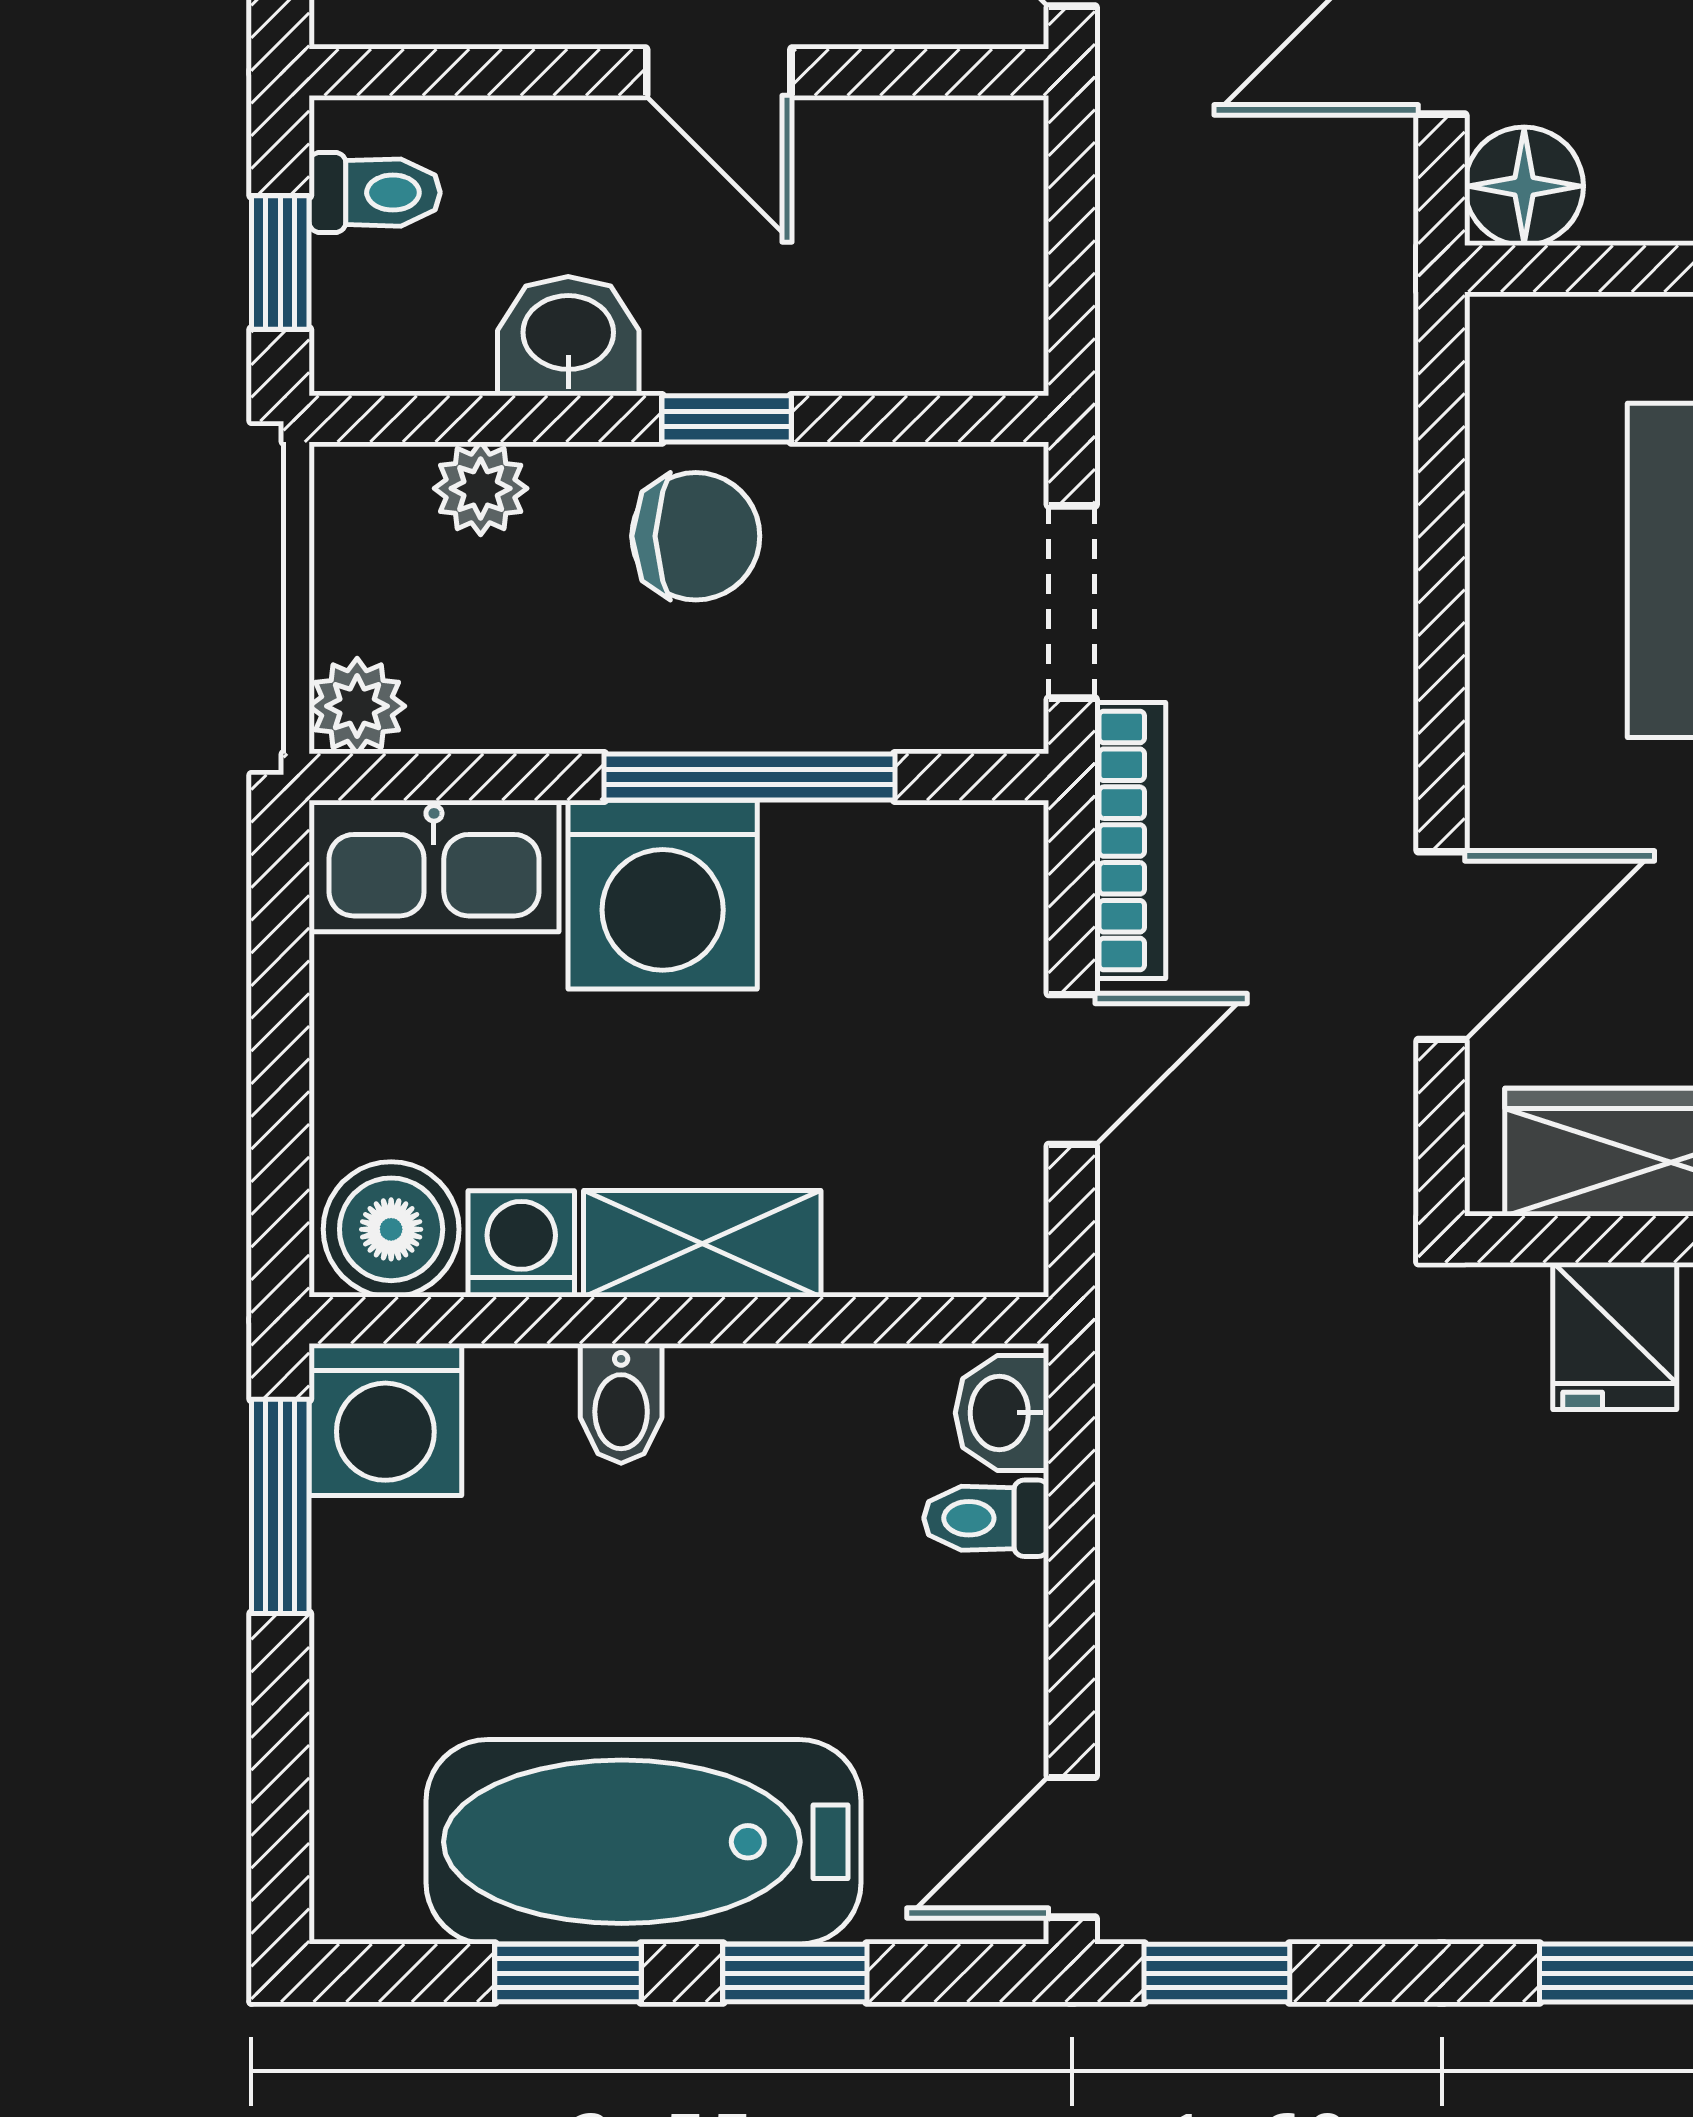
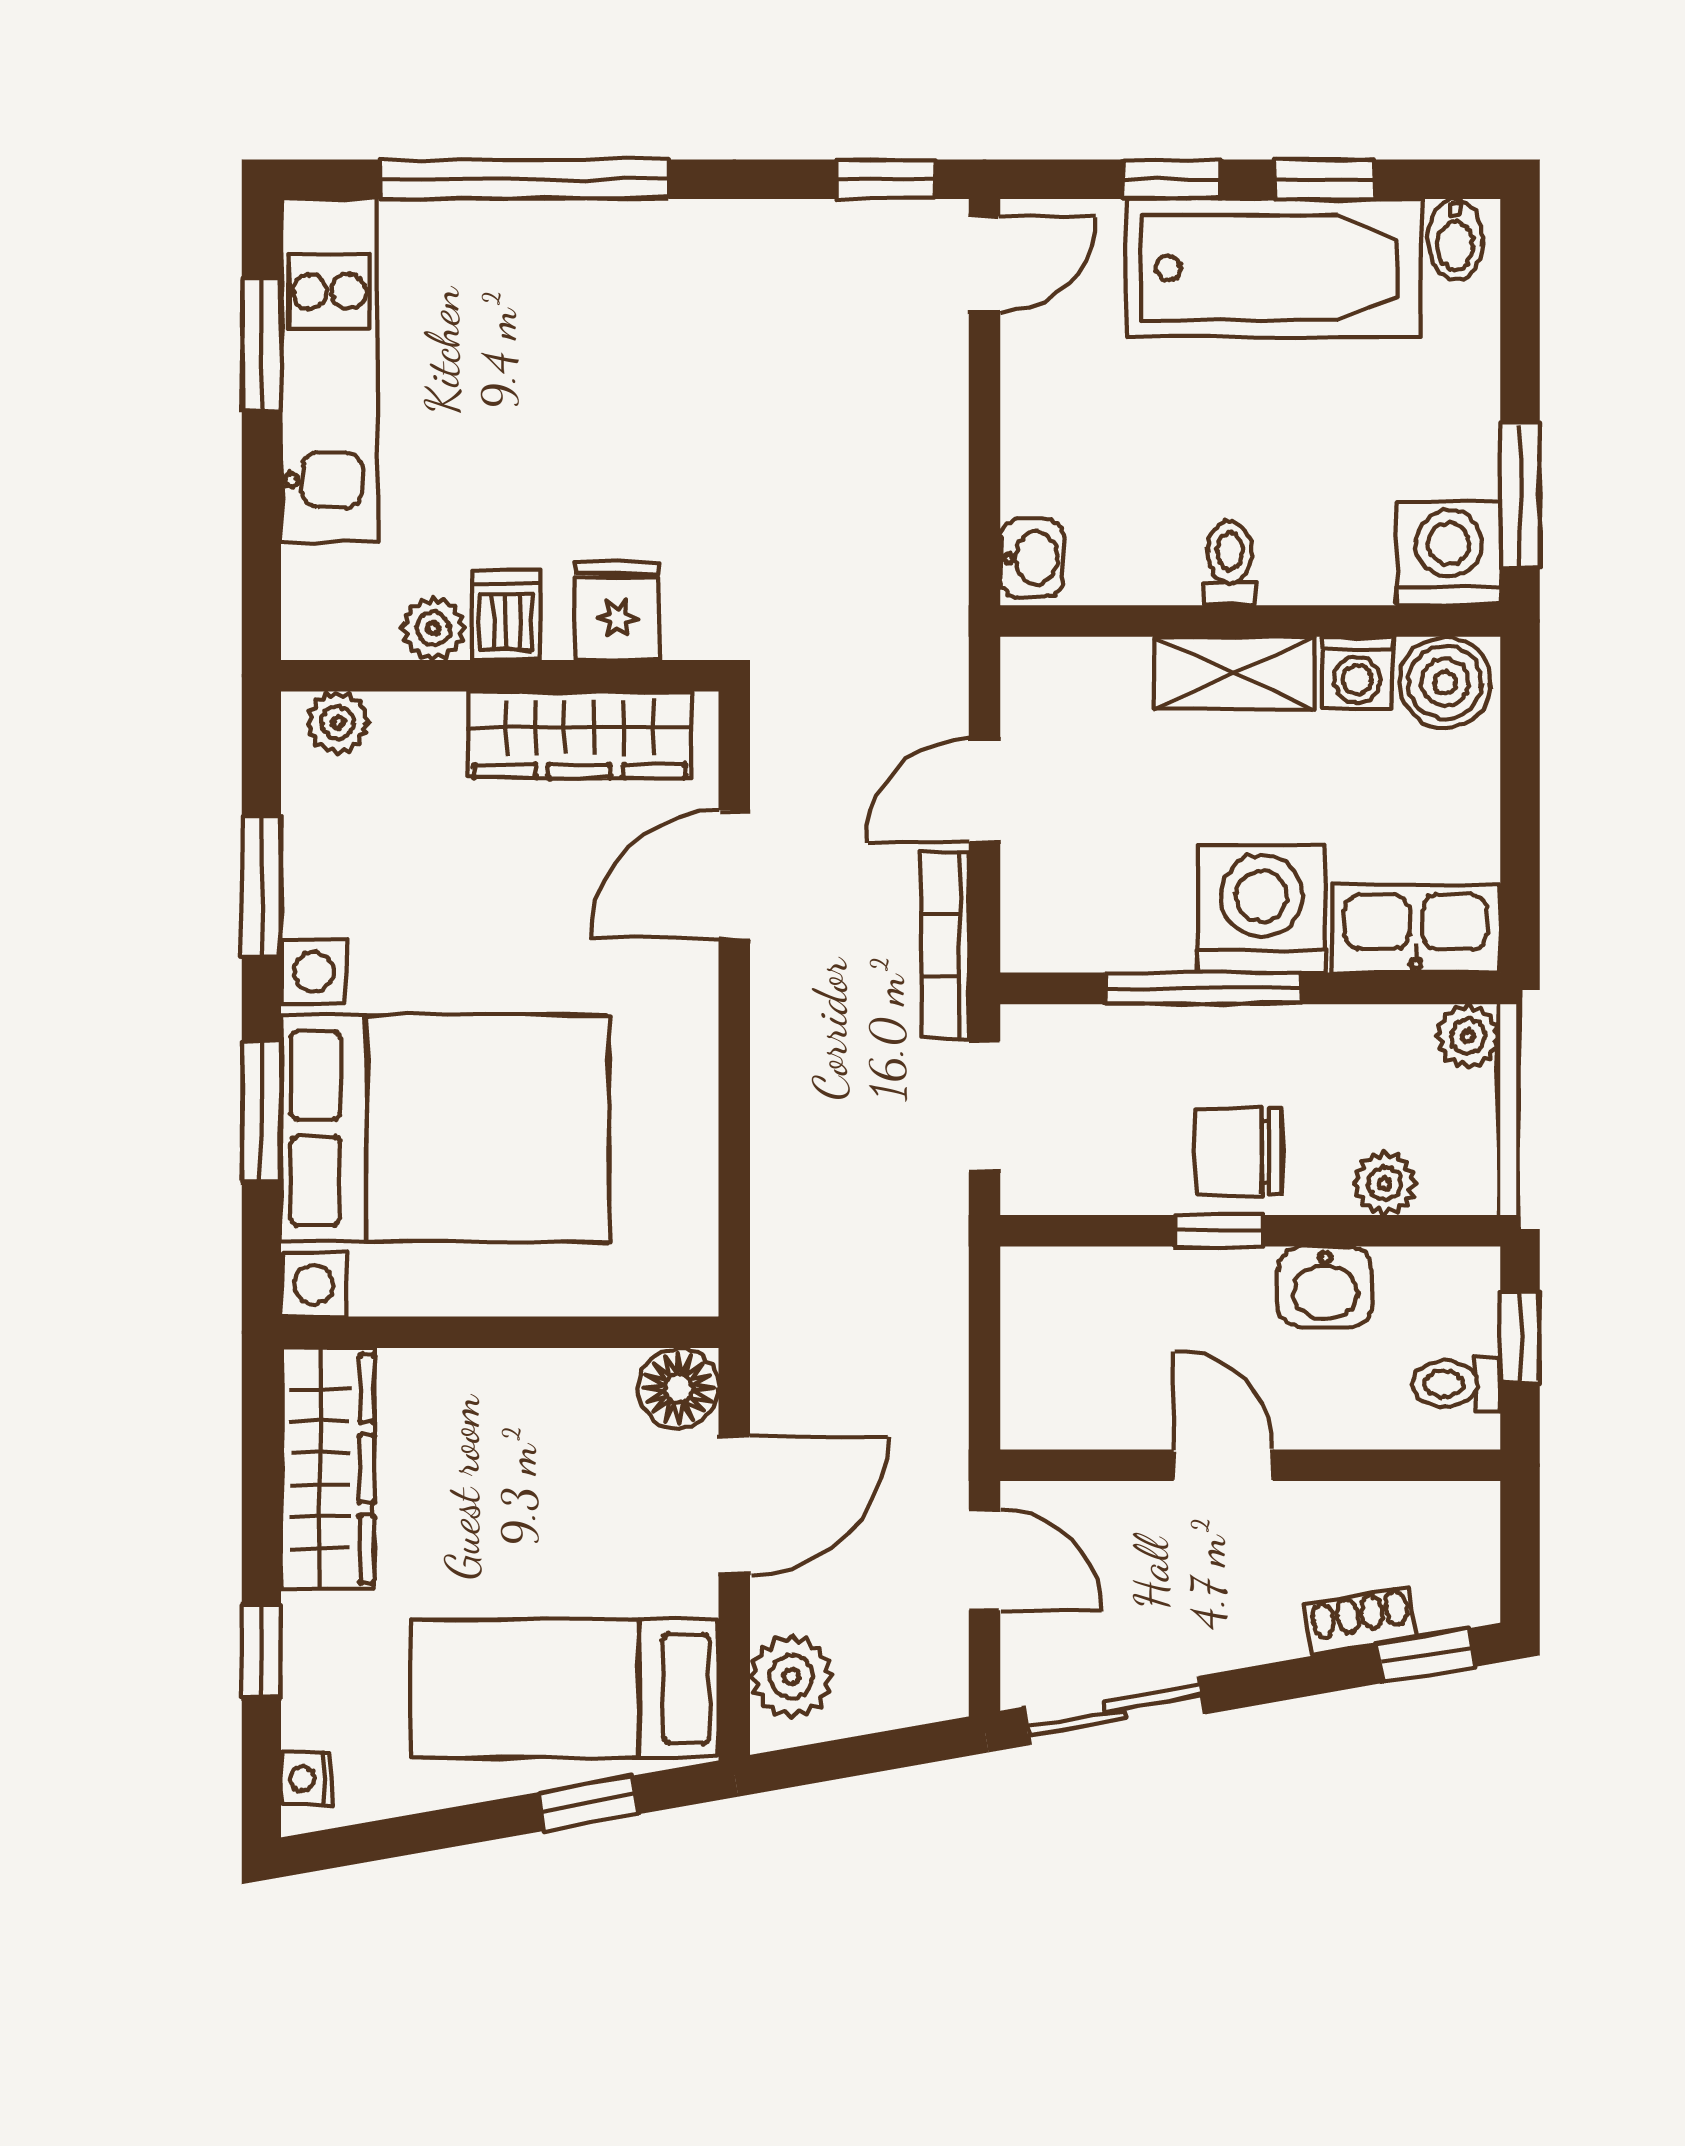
bidet: (621, 1403) -> (1455, 239), moved, turned 180
toilet: (986, 1518) -> (1230, 563), moved, turned -90

